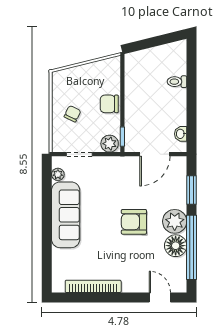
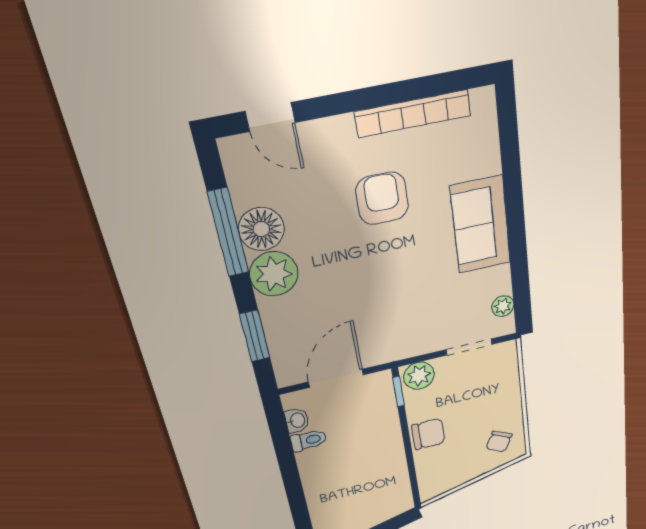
toilet: (177, 82) -> (309, 440), moved
chair: (72, 114) -> (499, 442), moved
sofa: (66, 215) -> (481, 225), width x0.73
armchair: (134, 222) -> (382, 198), moved, turned -90
window: (191, 247) -> (228, 233), width x0.68

